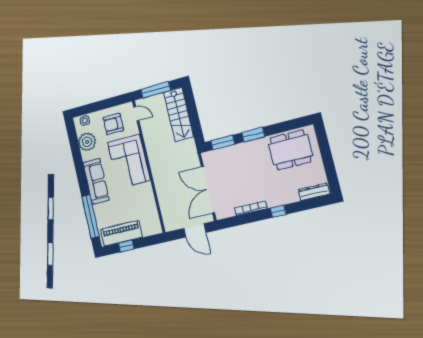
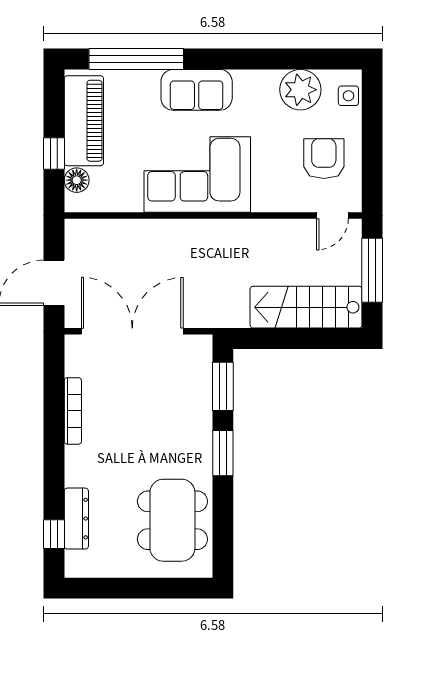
corner sofa: (129, 161) -> (197, 175), moved
sofa: (96, 181) -> (197, 90), width x0.73
dresser: (314, 192) -> (76, 519), moved
window: (278, 211) -> (54, 534), moved
floor lamp: (147, 231) -> (77, 180), added
window: (126, 246) -> (54, 153), moved

